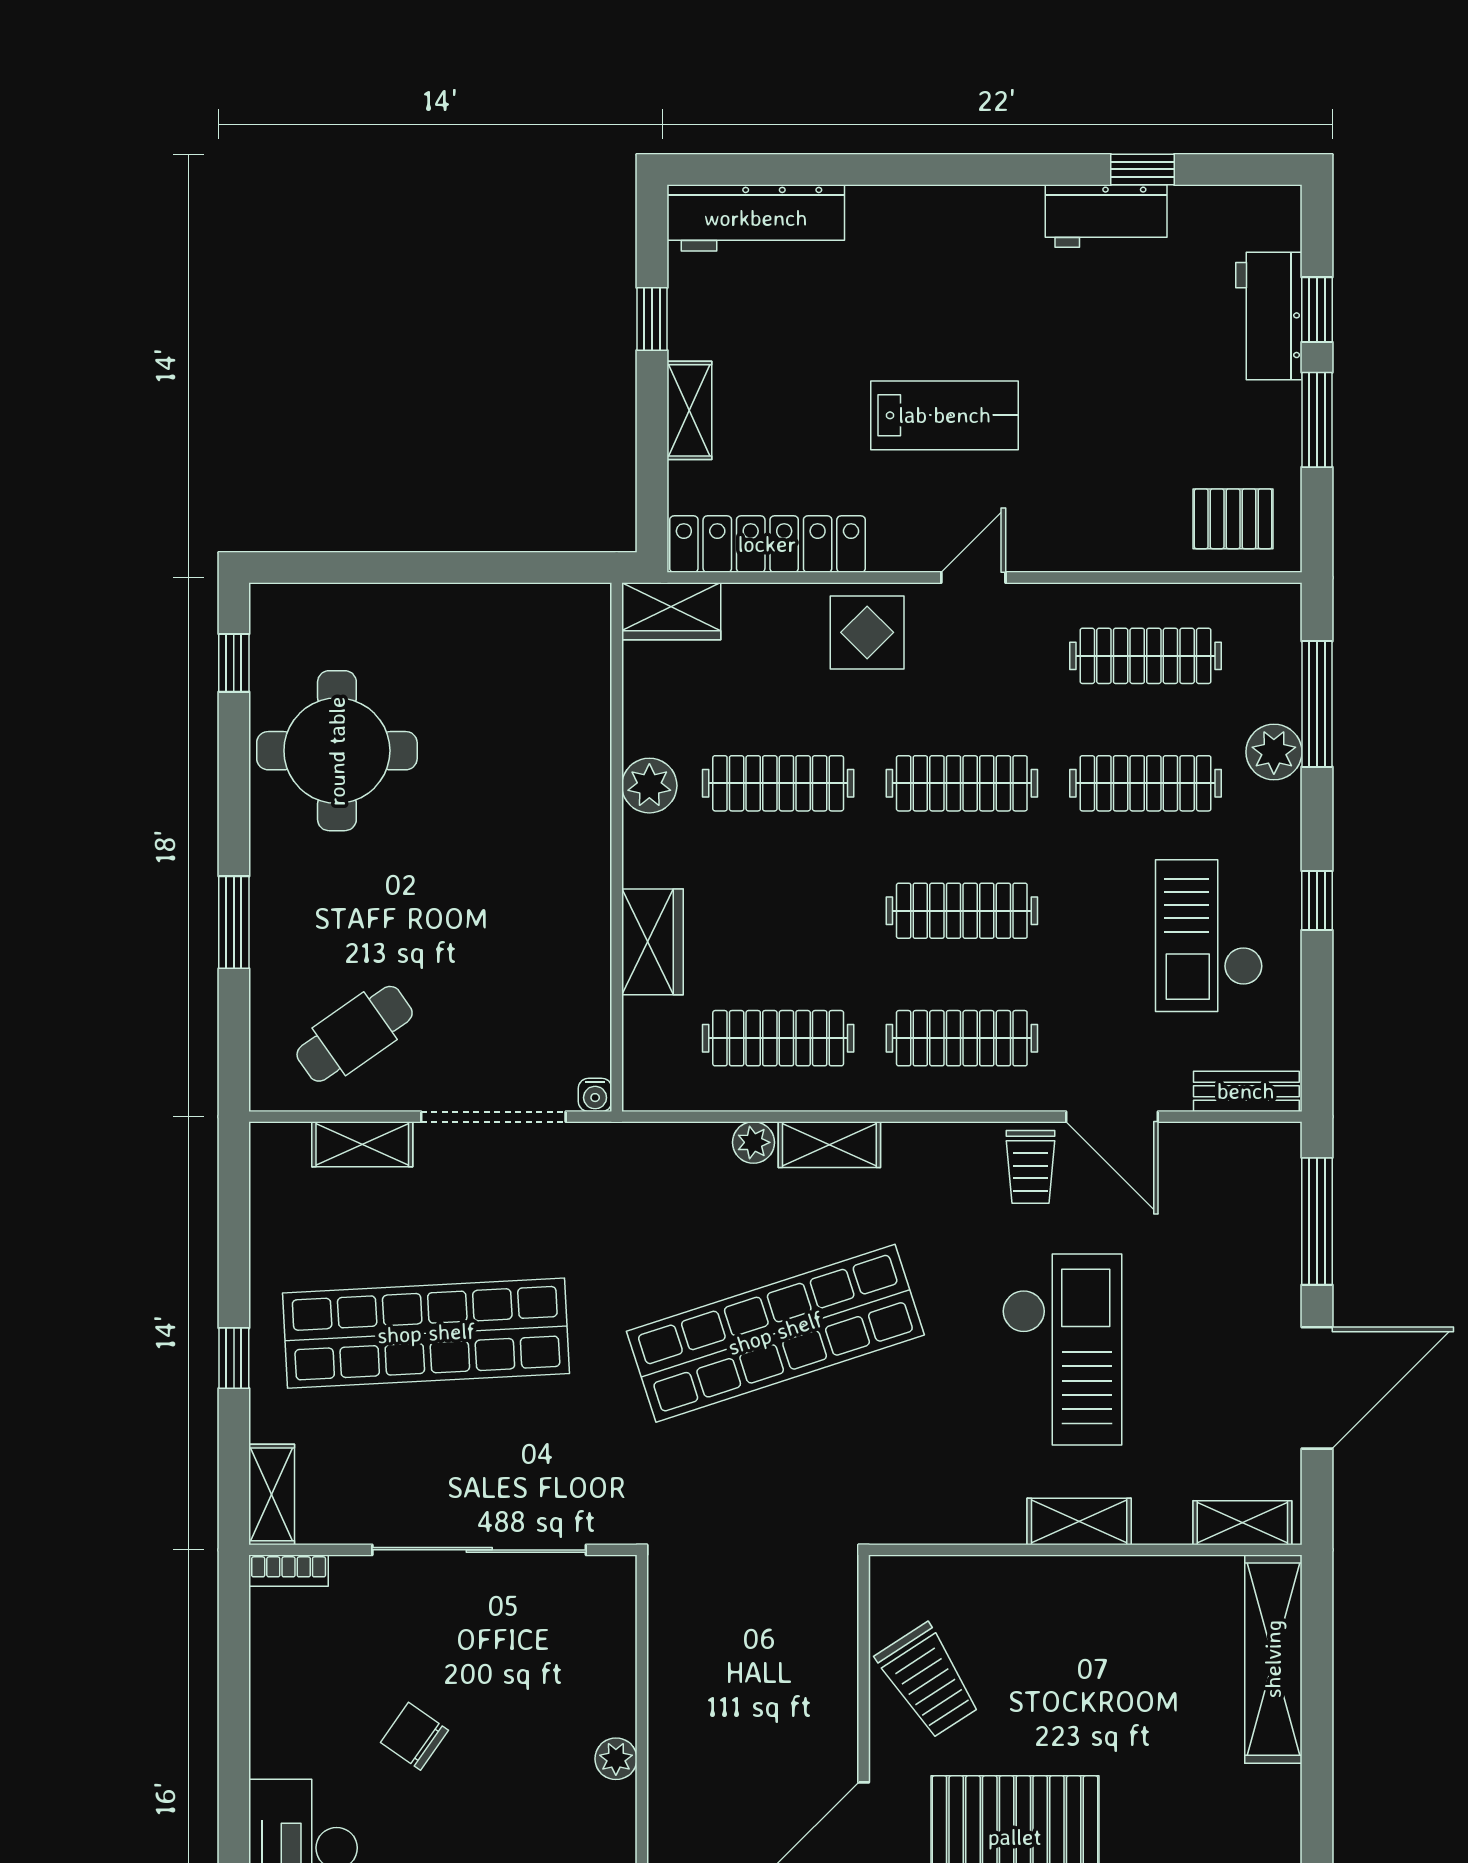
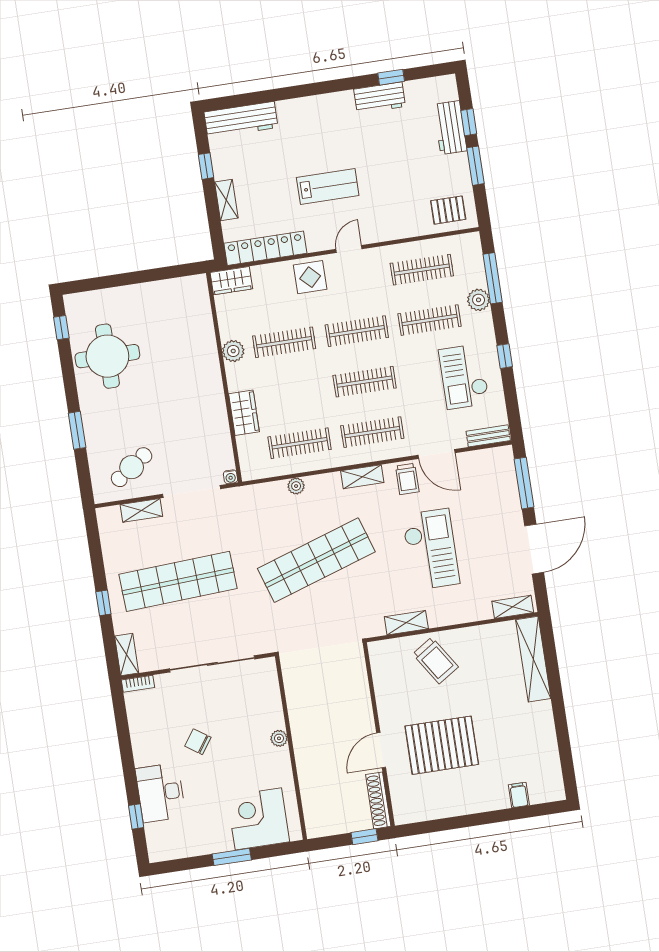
shelving: (829, 1145) -> (362, 477), moved
shelving: (1079, 1521) -> (406, 623), moved
trolley: (928, 1681) -> (435, 660), moved

